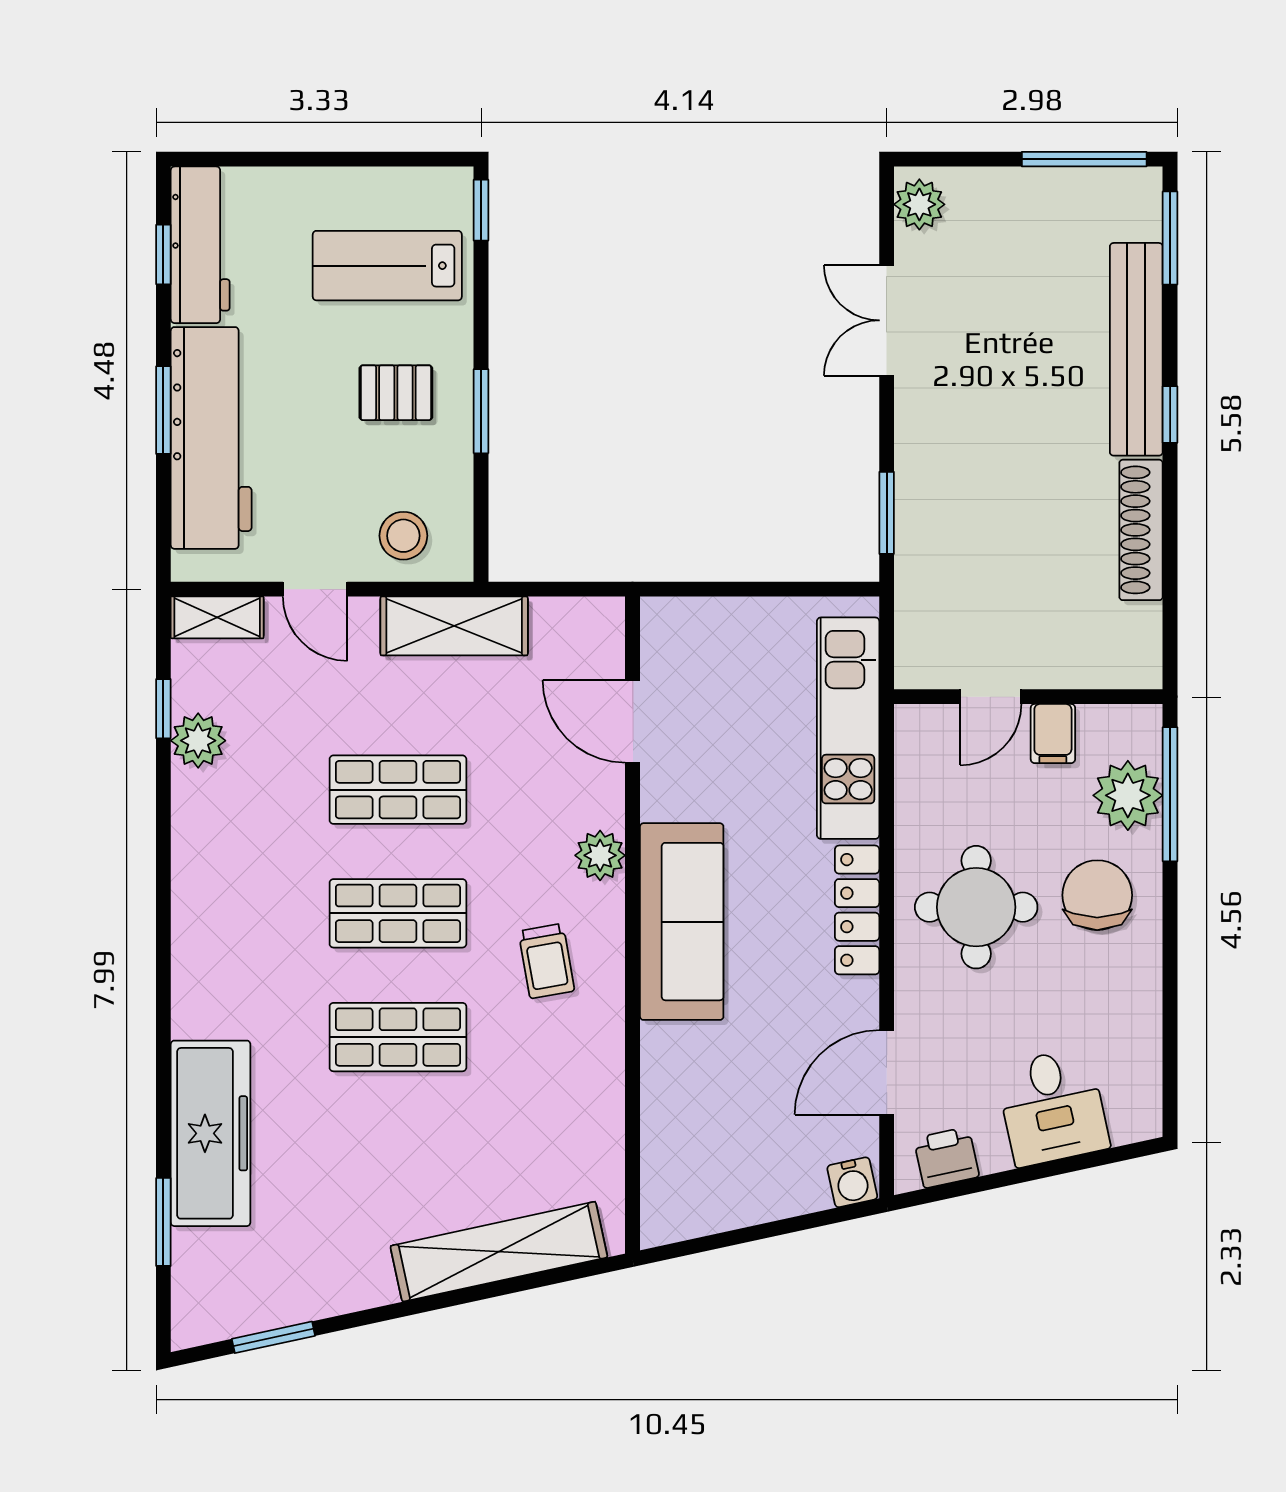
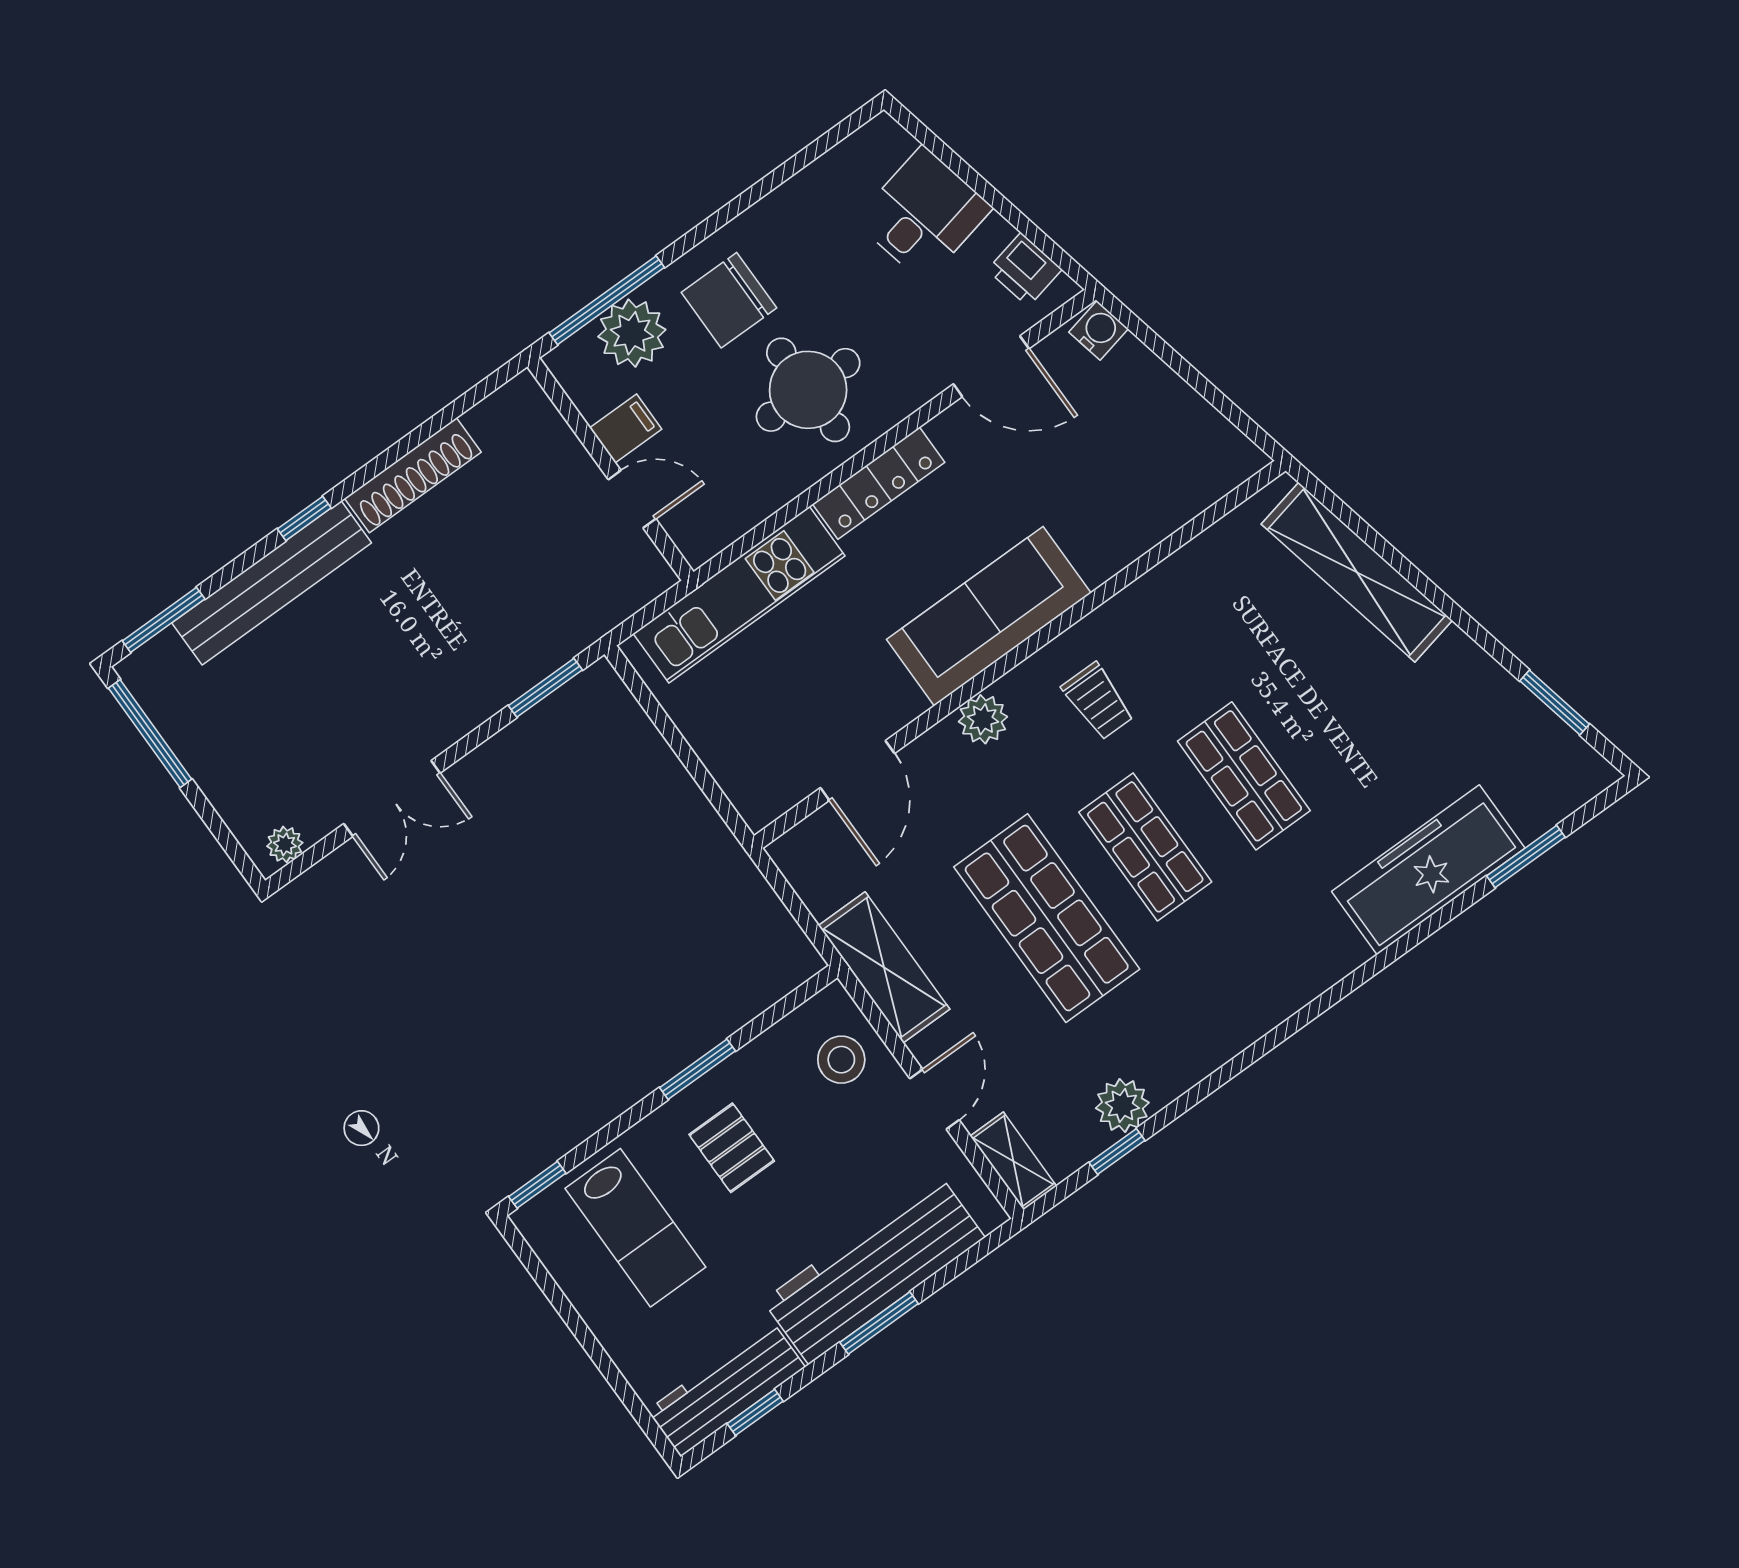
plant: (919, 204) -> (285, 844), width x0.73, depth x0.73
shop shelf: (398, 790) -> (1047, 918), width x1.43, depth x1.36
trolley: (546, 961) -> (1098, 701), turned 100

